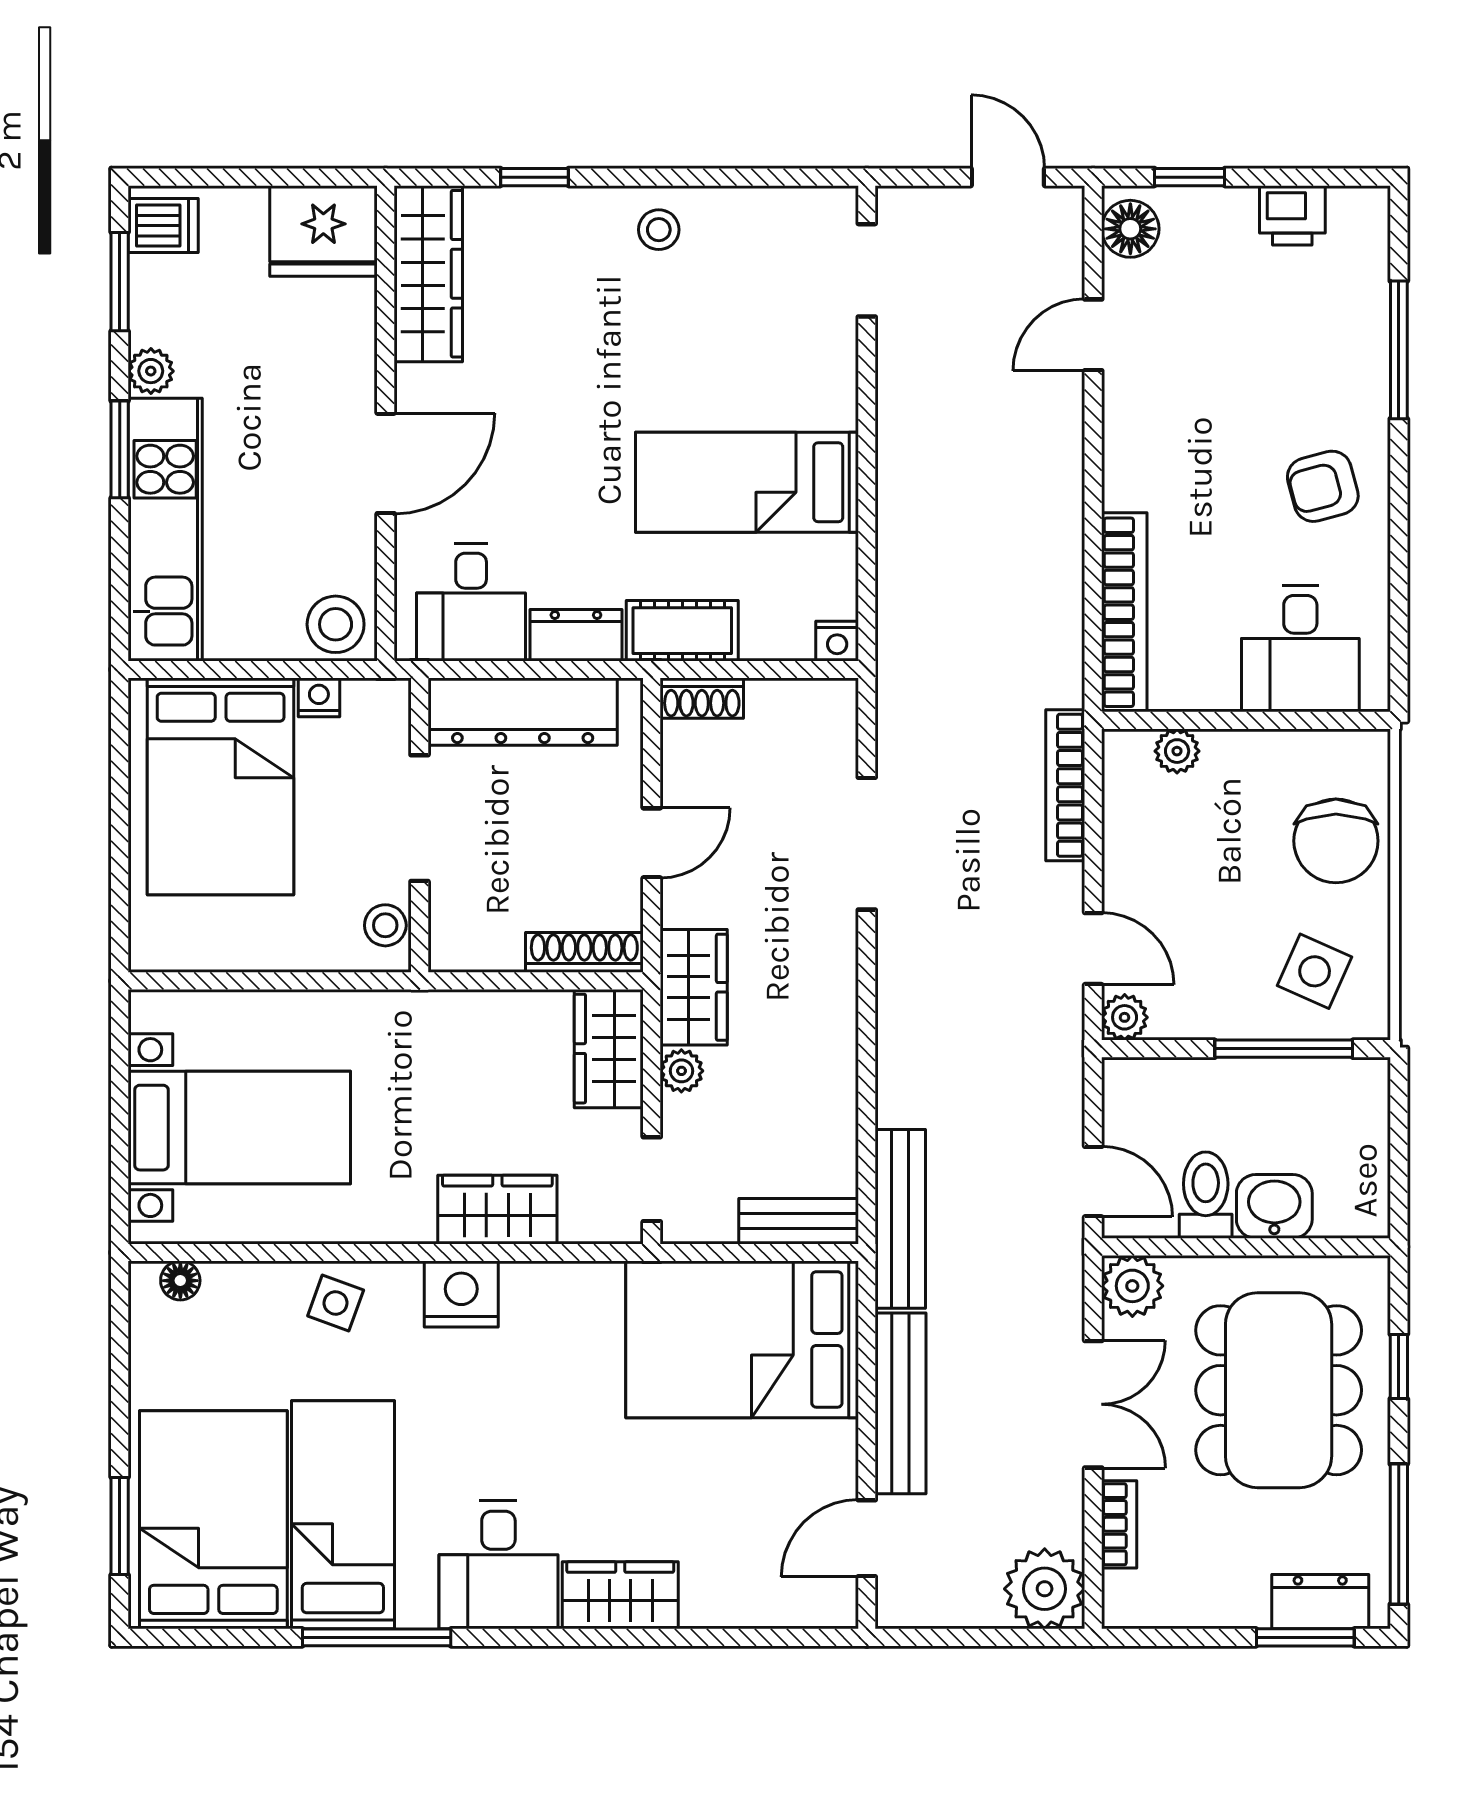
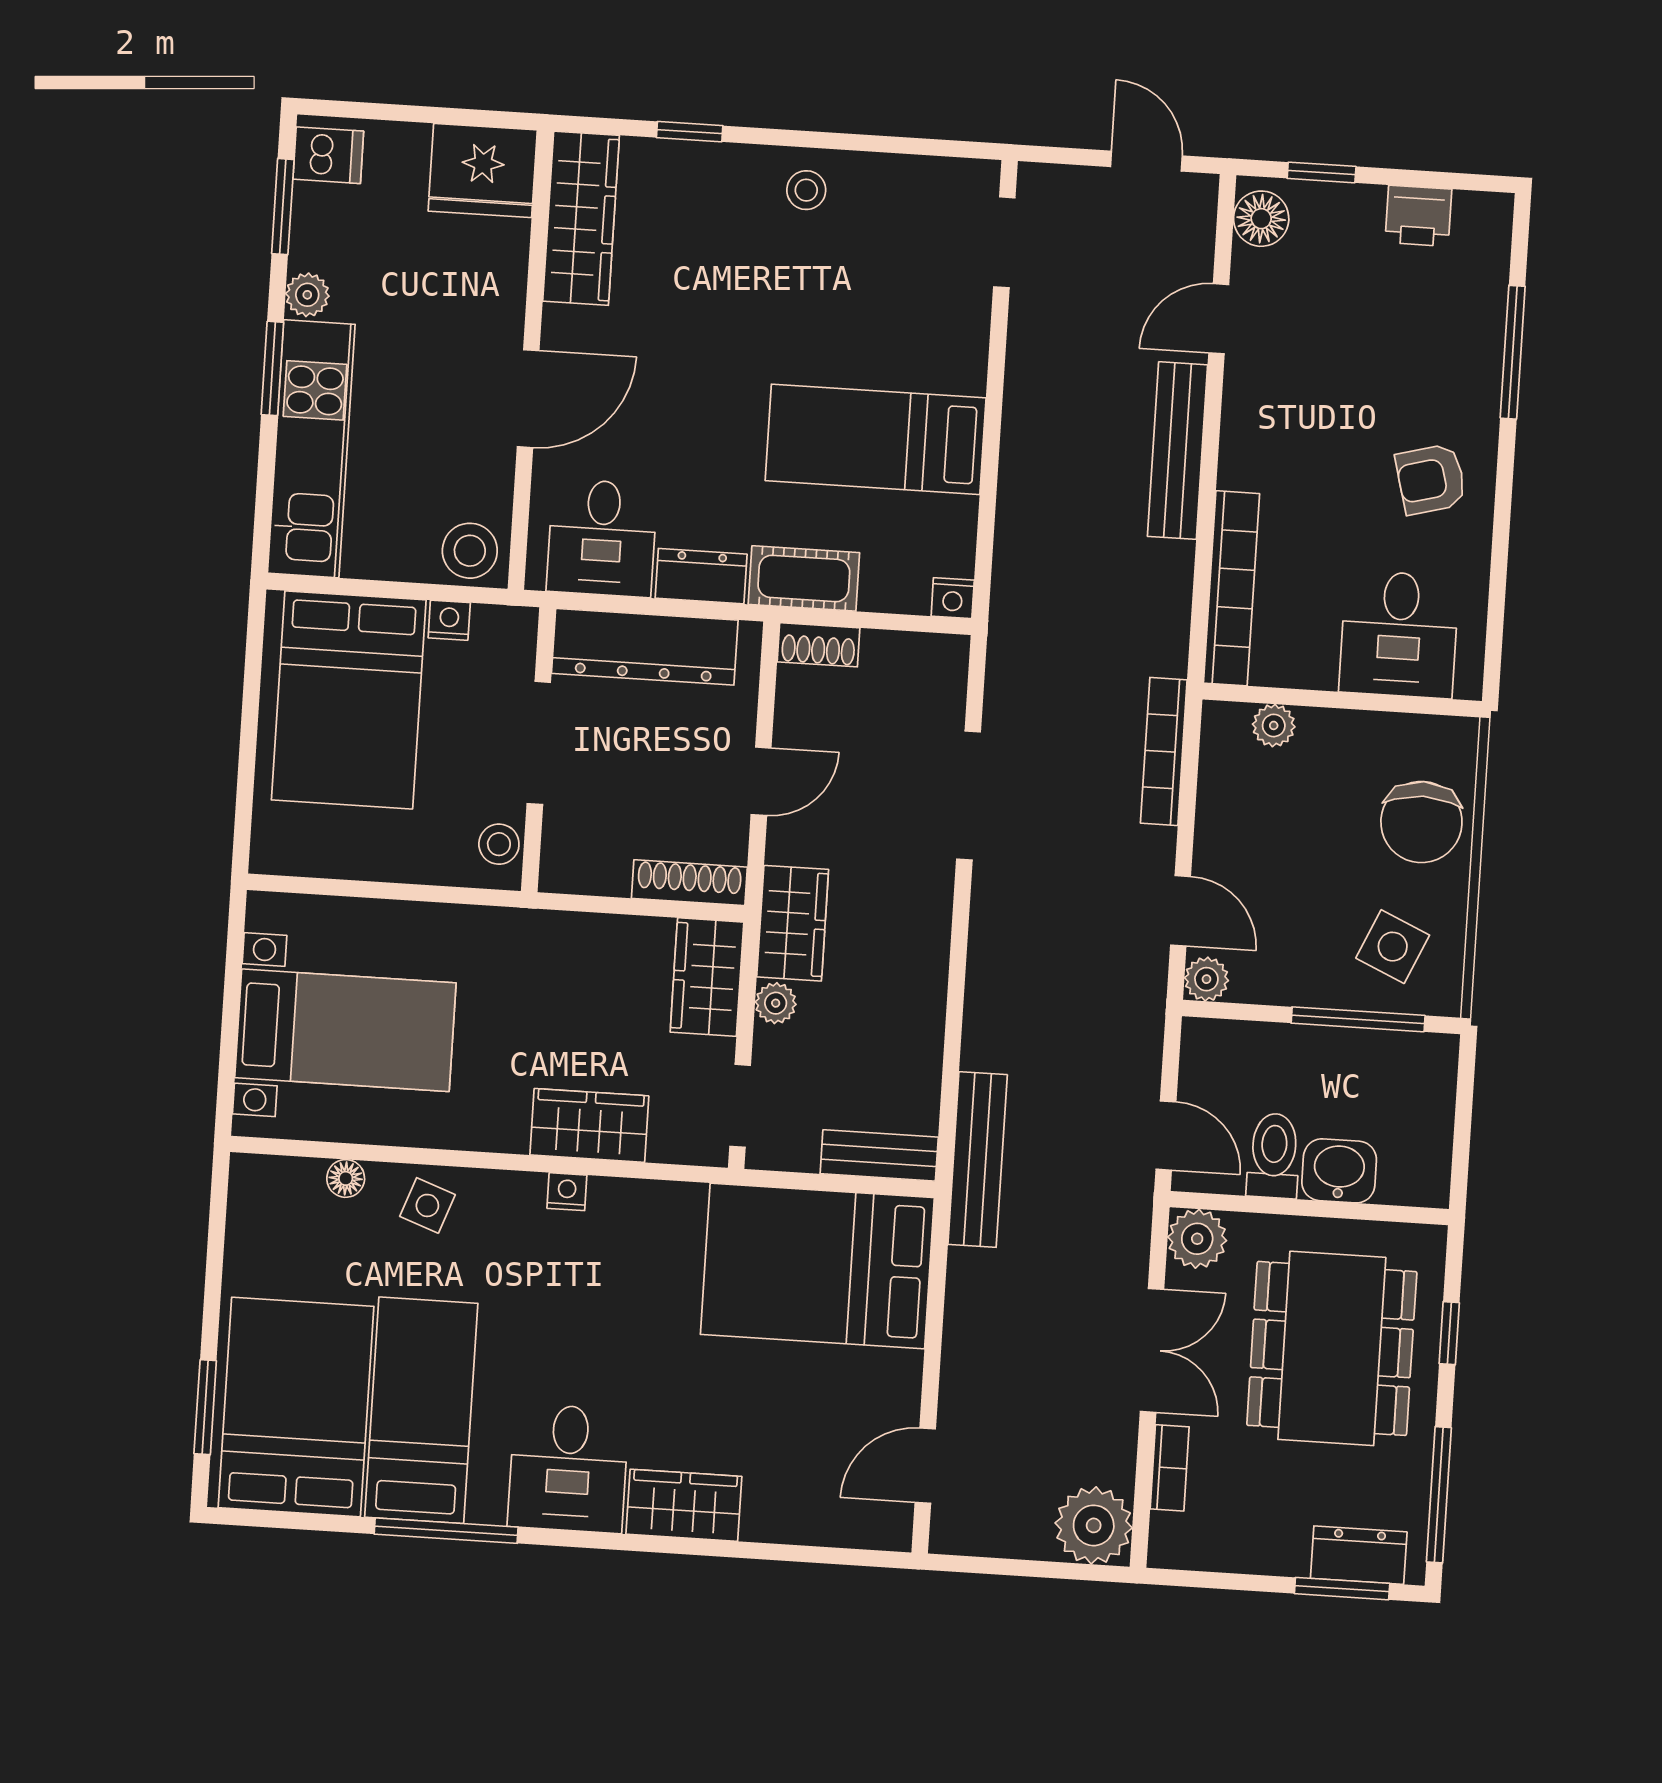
floor lamp: (180, 1281) -> (346, 1178), moved
nightstand: (461, 1294) -> (567, 1192), width x0.53, depth x0.56
bench: (901, 1403) -> (1177, 451), moved

